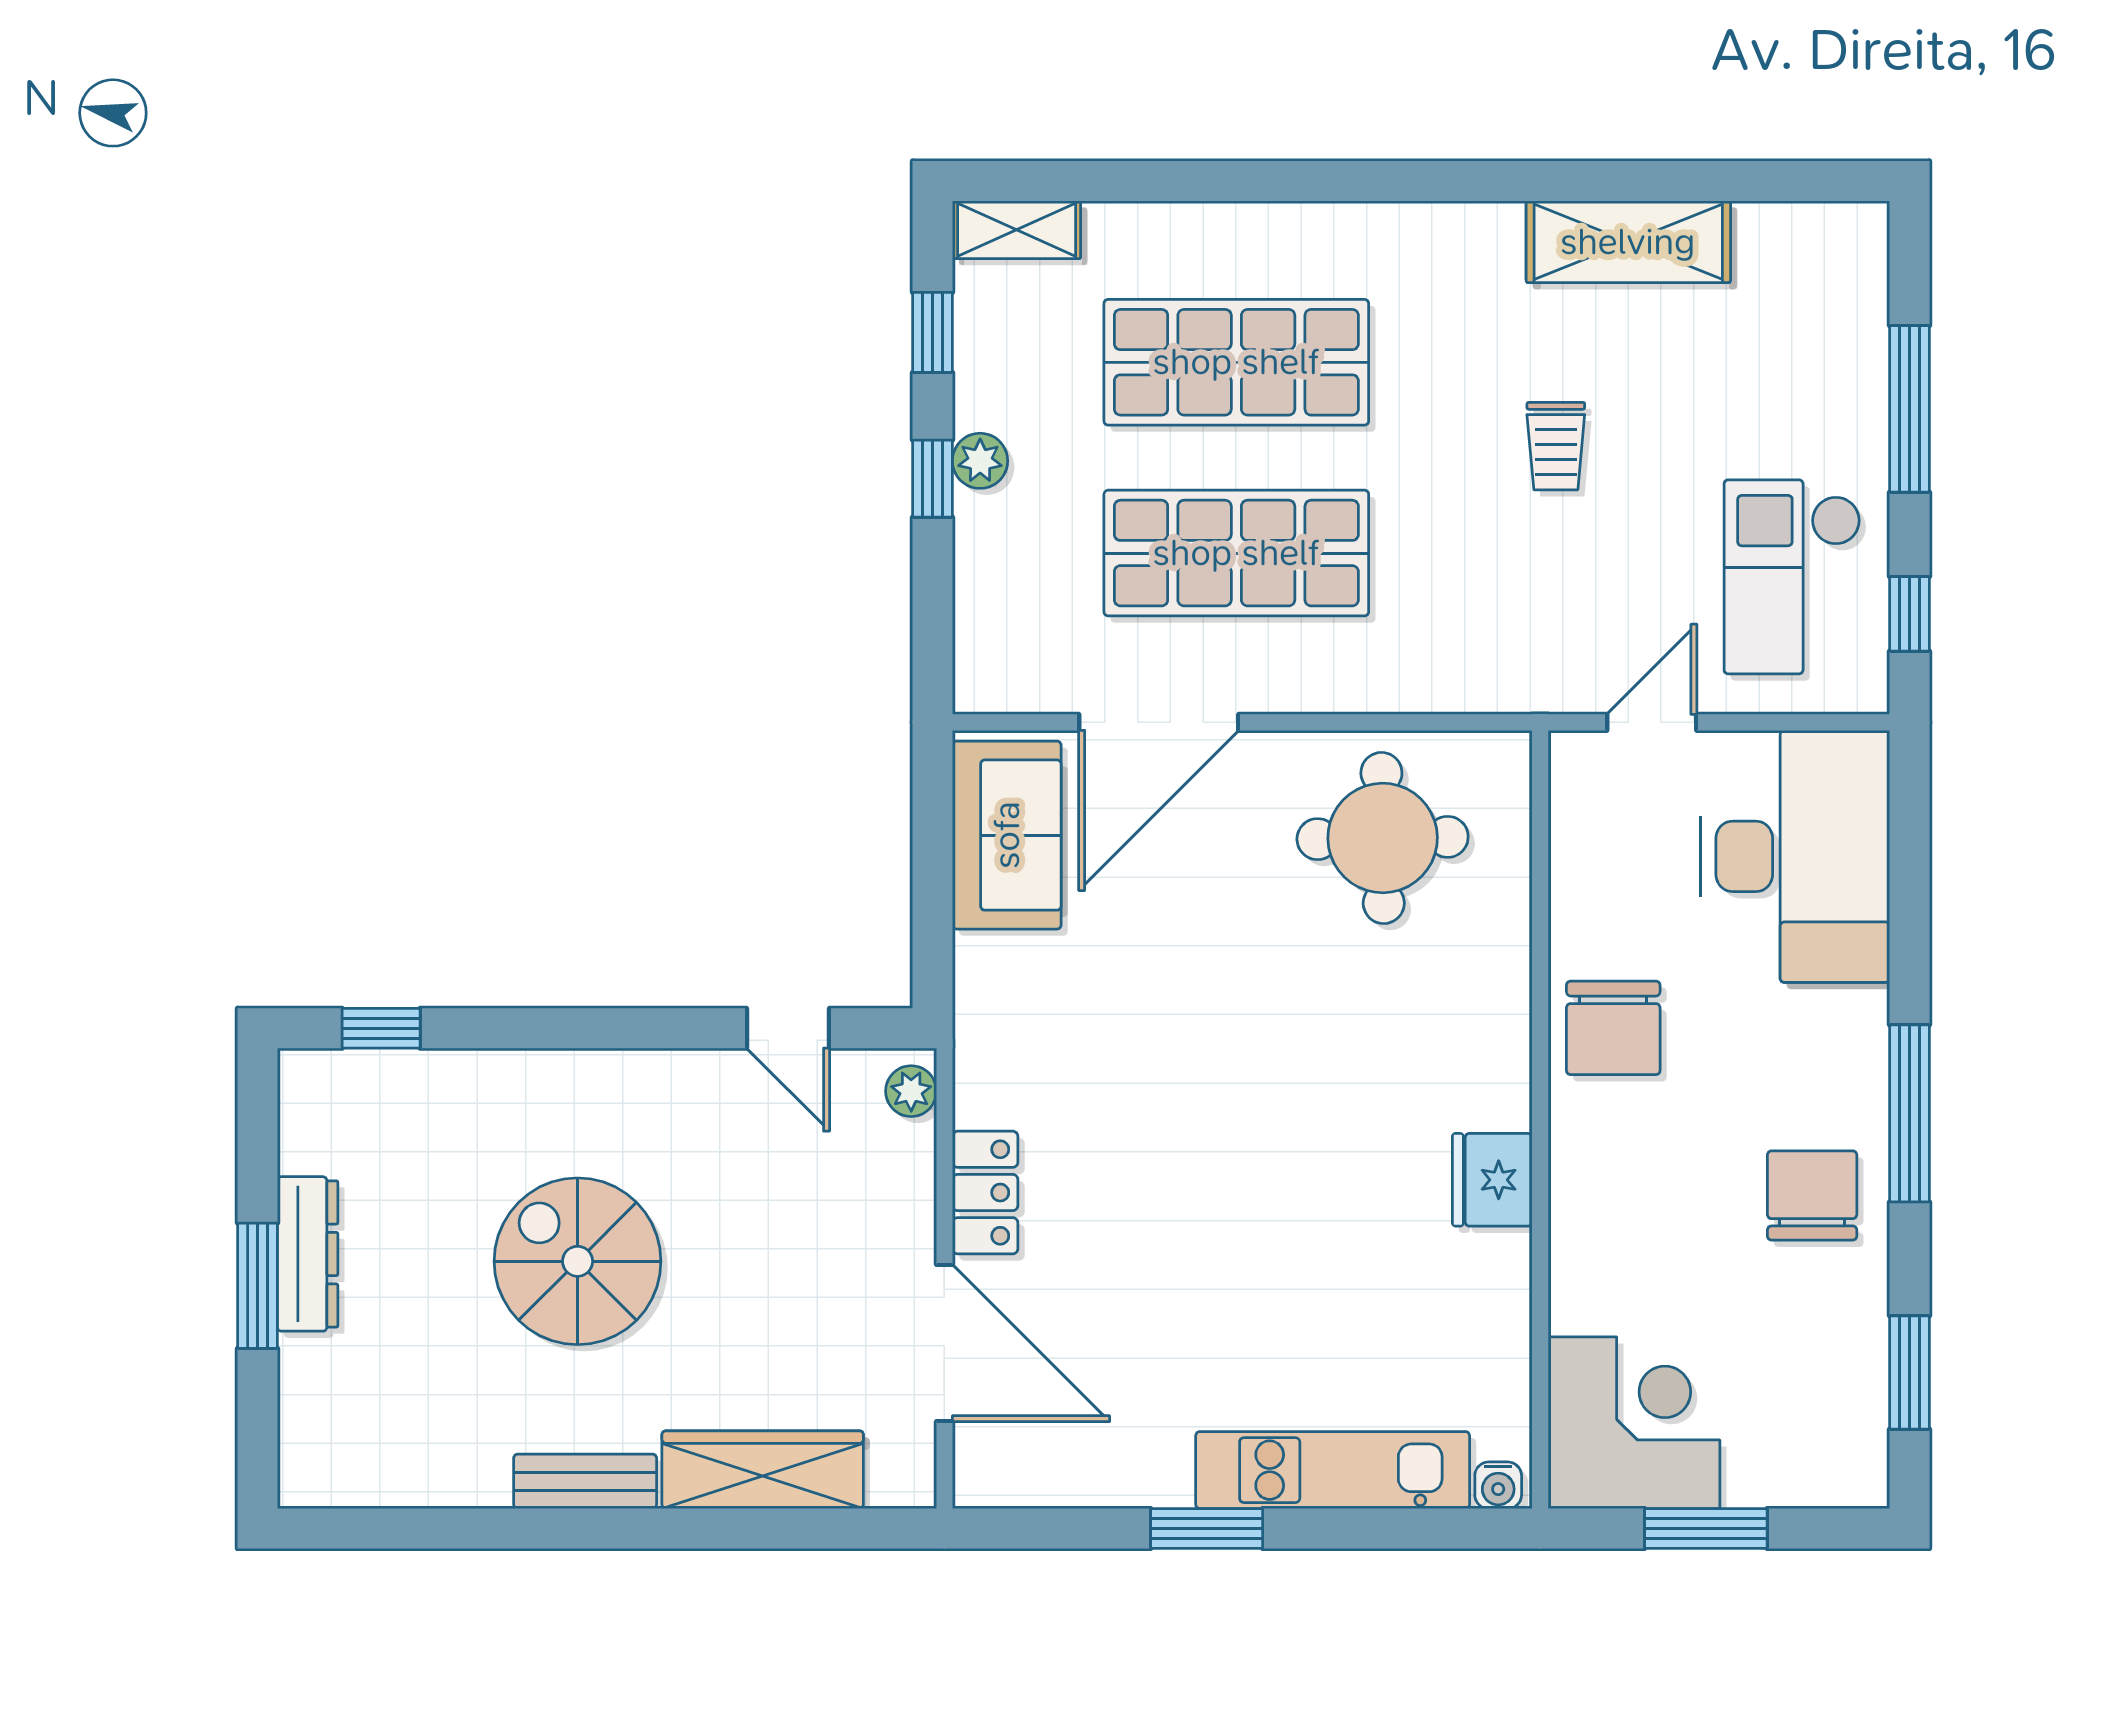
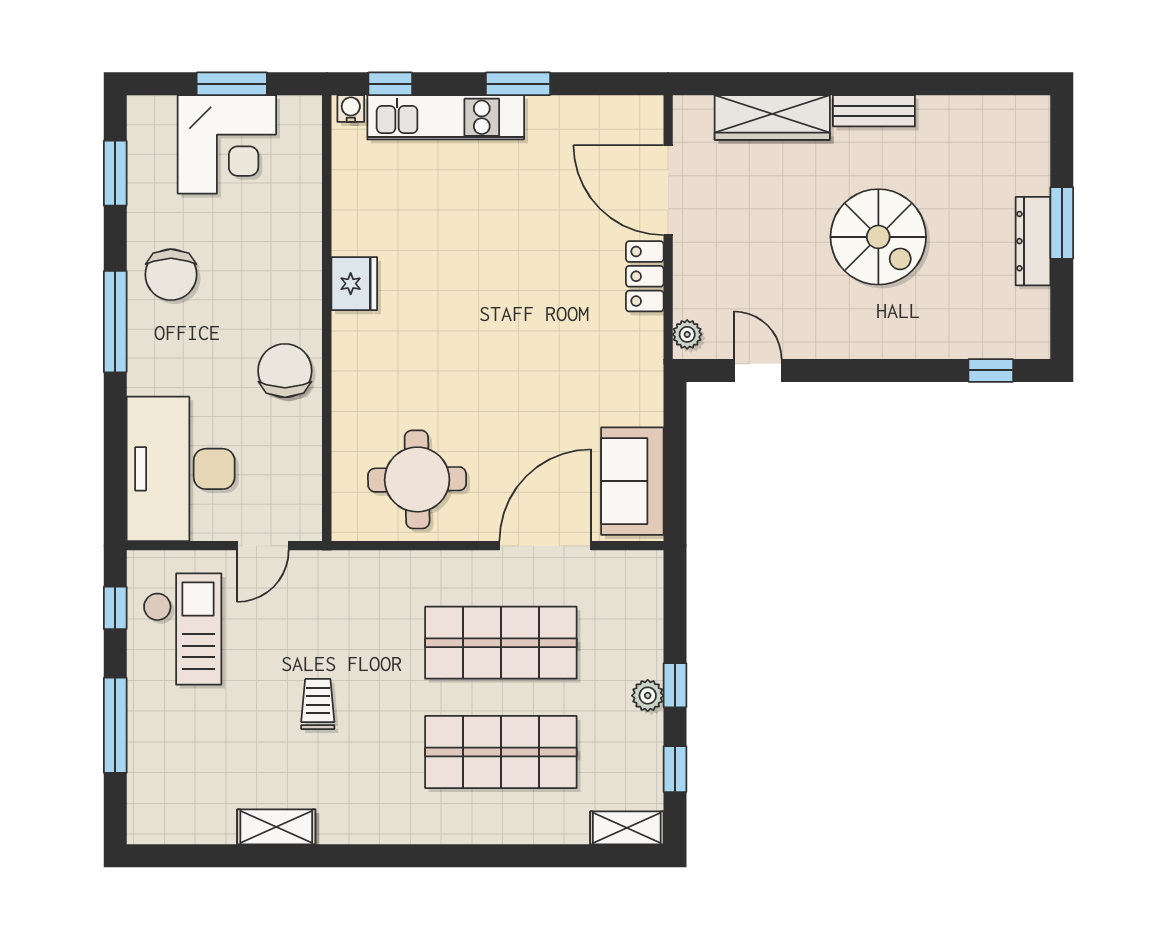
shelving: (1628, 242) -> (276, 827), width x0.67, depth x0.75
corner desk: (1634, 1423) -> (227, 144), moved, turned -90
window: (1429, 1529) -> (390, 84), added

